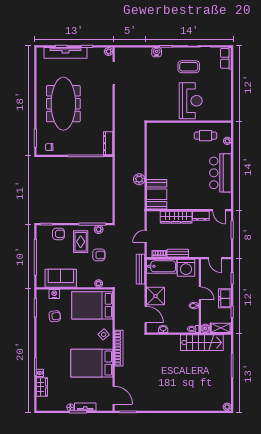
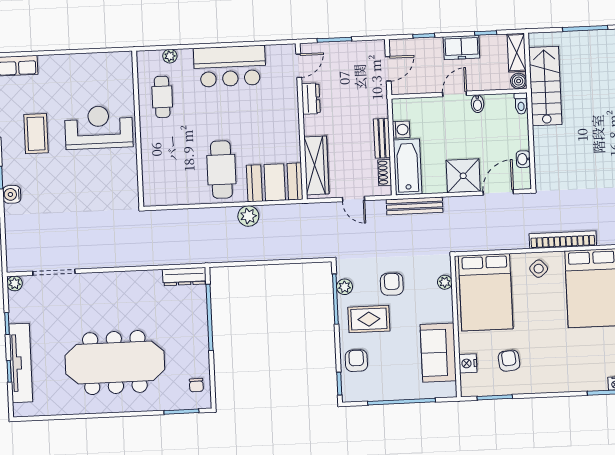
cafe table: (165, 166) -> (221, 170), added
wardrobe: (176, 217) -> (316, 165), moved
washing machine: (186, 268) -> (401, 130), width x0.53, depth x0.53

